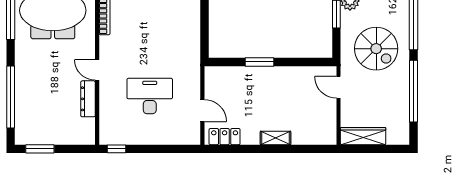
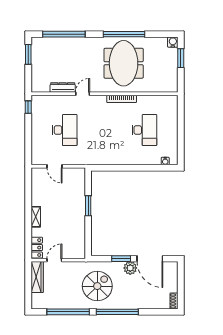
spiral stairs: (376, 49) -> (97, 286), turned 180
door: (339, 87) -> (54, 260), moved
door: (202, 111) -> (55, 166), hinge flipped
locker: (225, 137) -> (37, 248), moved

